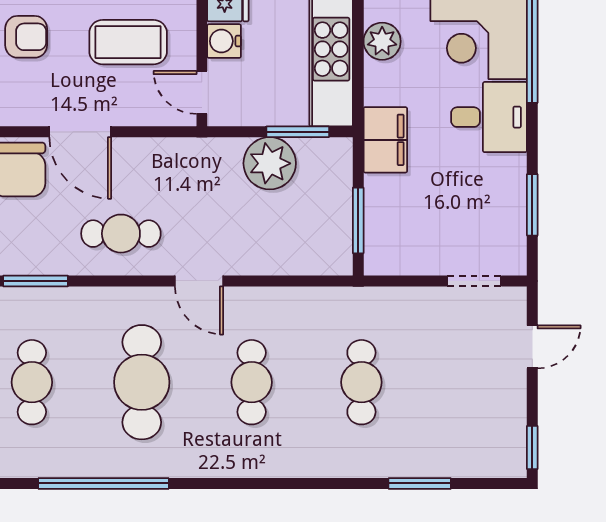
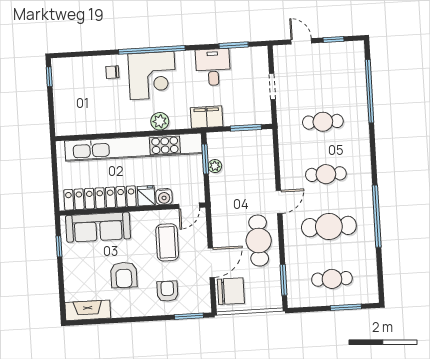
desk: (489, 117) -> (213, 67), moved
plant: (270, 163) -> (215, 166), width x0.53, depth x0.53
cafe table: (121, 234) -> (259, 241), width x1.37, depth x1.35
doorway: (474, 281) -> (272, 86), moved
window: (532, 447) -> (333, 39), moved
window: (104, 483) -> (377, 216), moved
window: (420, 483) -> (370, 91), width x2.11

